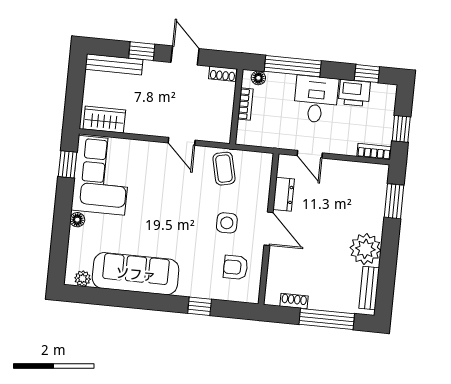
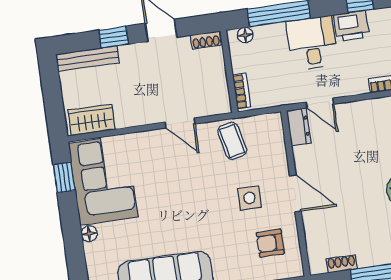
bookcase: (245, 104) -> (242, 91), moved
dresser: (284, 194) -> (299, 127), moved

